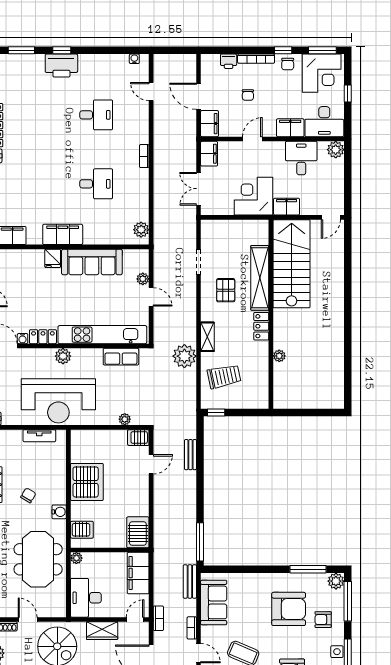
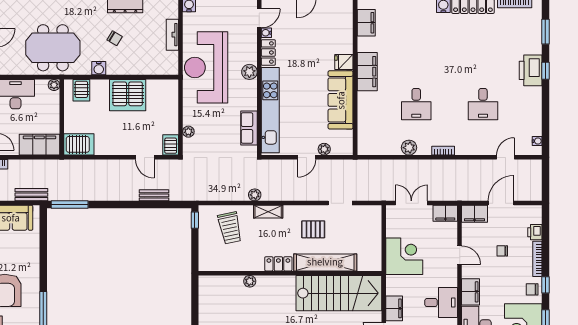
filing cabinet: (287, 207) -> (394, 308), moved
plant: (141, 230) -> (409, 148), moved
plant: (184, 356) -> (255, 195), width x0.53, depth x0.53
tv unit: (39, 436) -> (172, 35), moved

